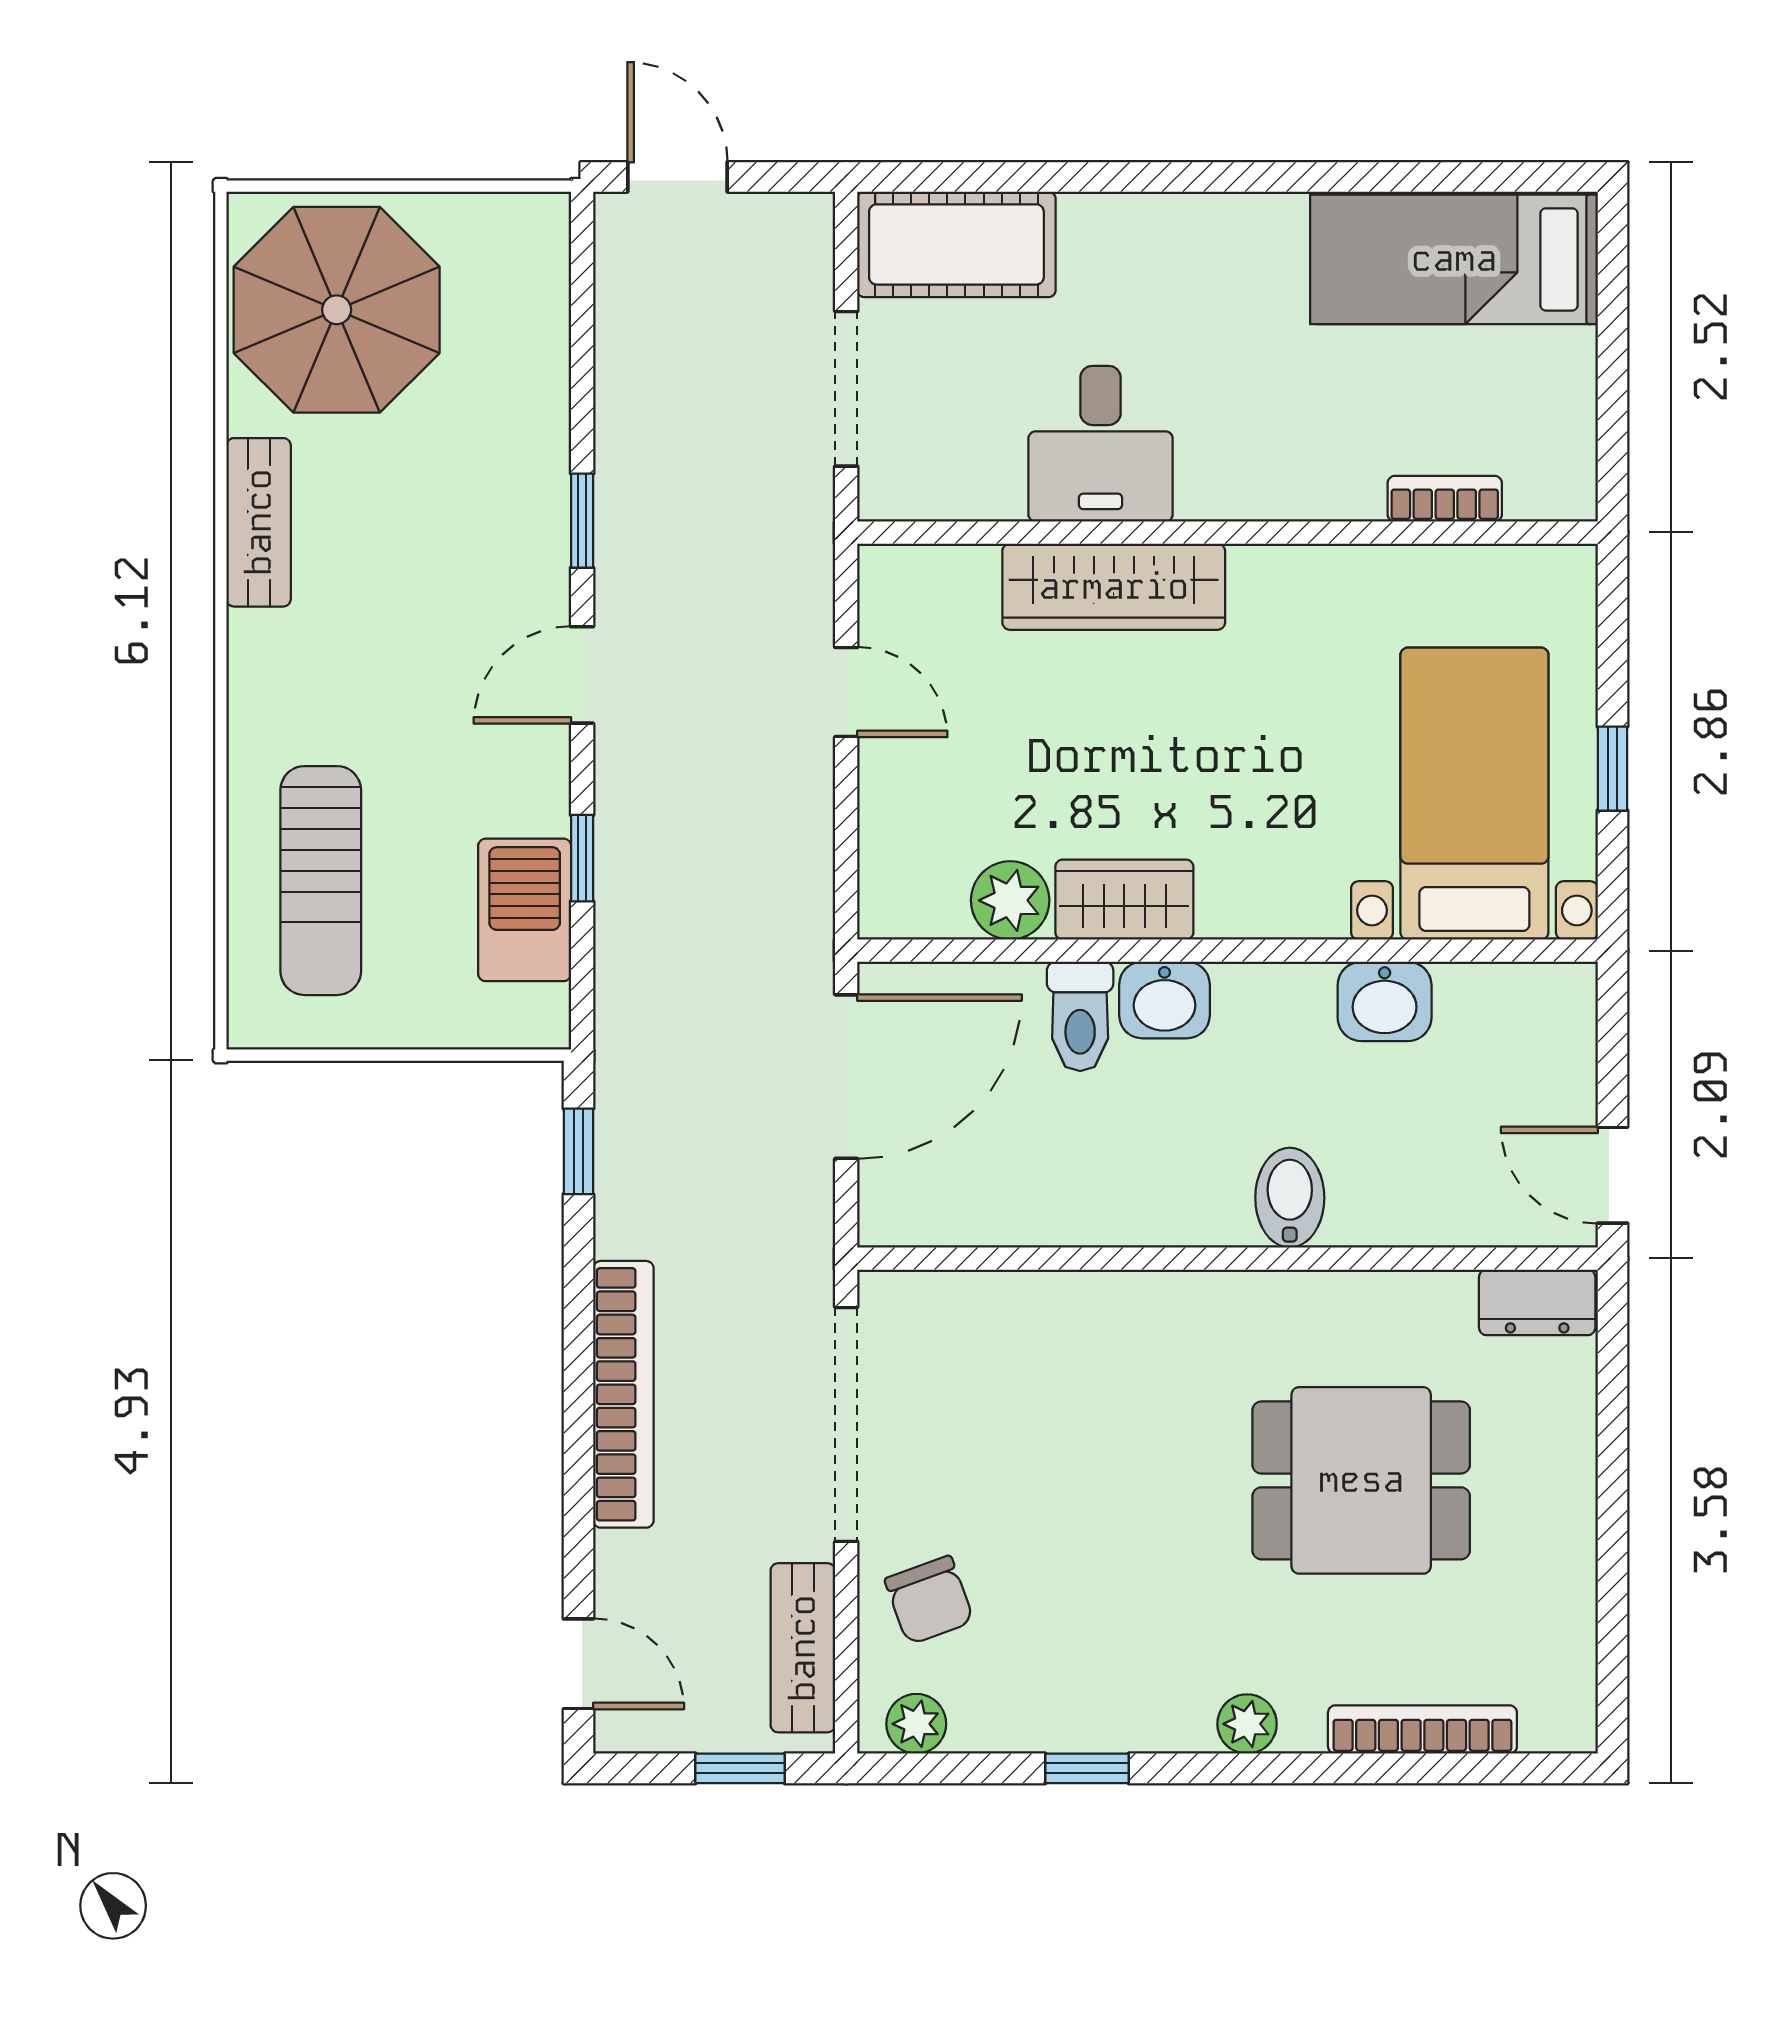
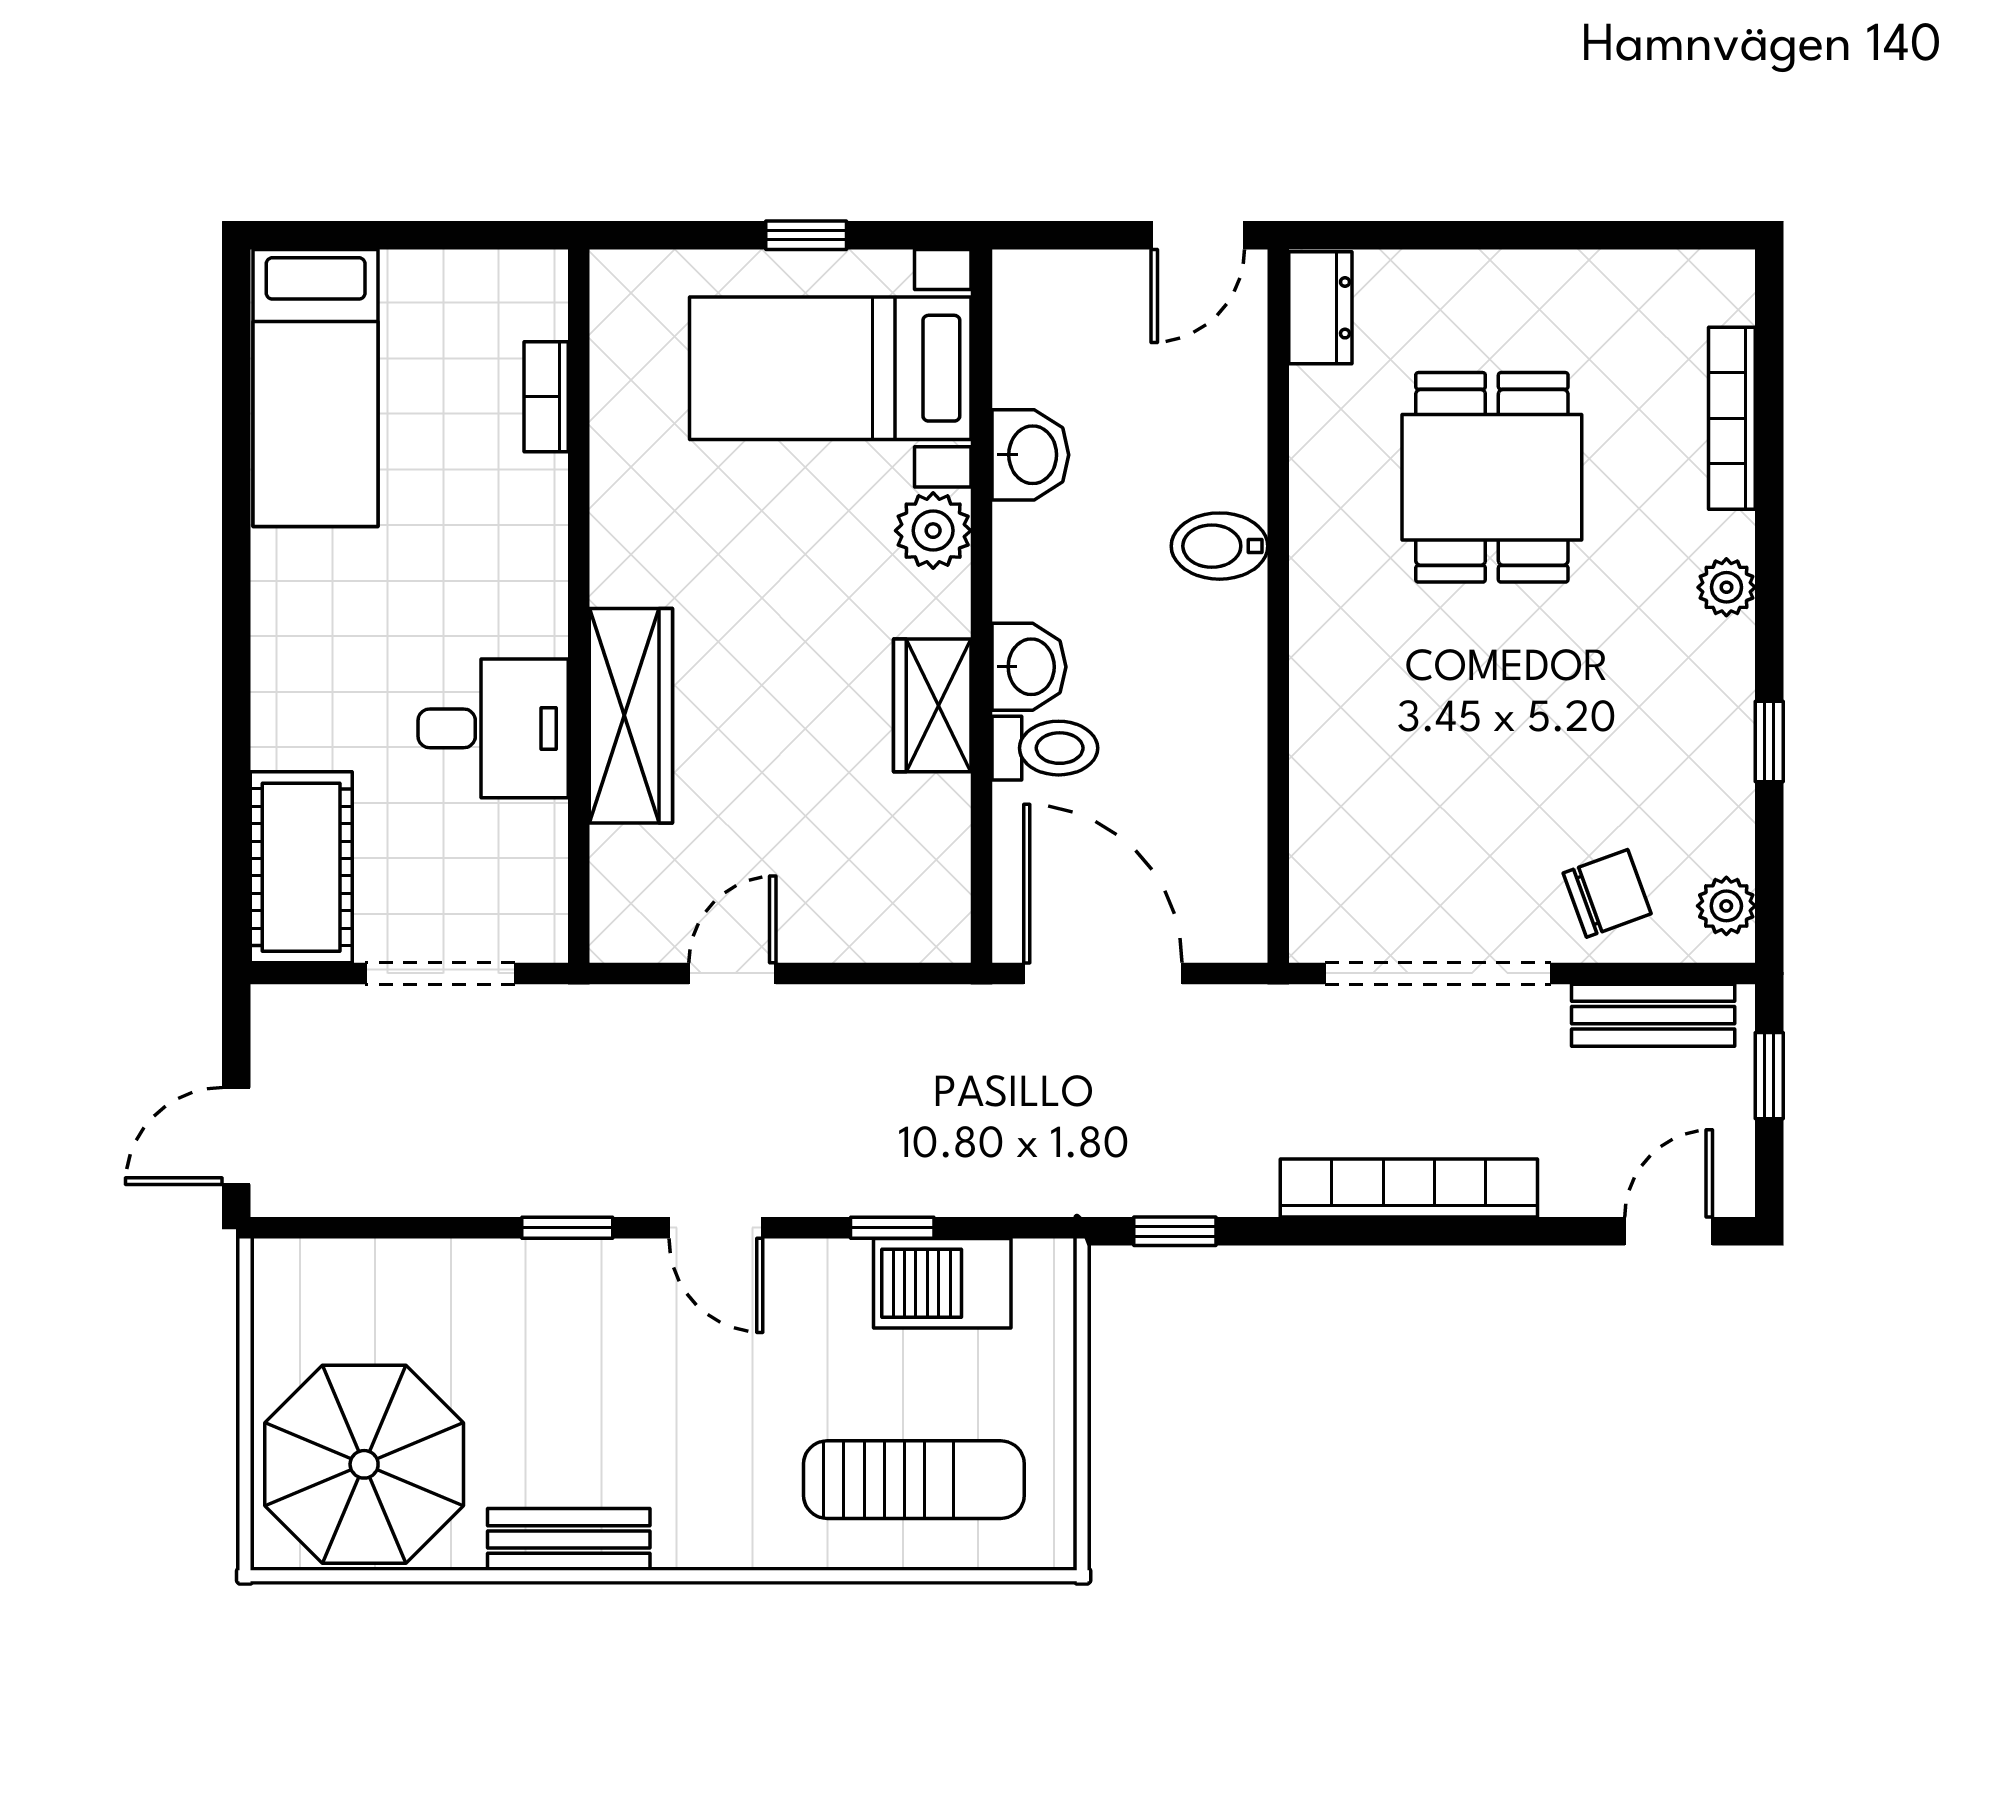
plant: (1010, 900) -> (933, 531), moved

